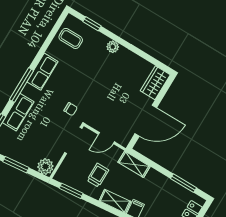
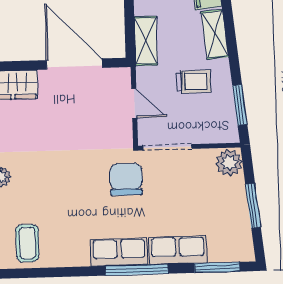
row of seats: (42, 72) -> (119, 252), moved
chair: (71, 109) -> (126, 179), width x1.87, depth x1.87
trolley: (98, 175) -> (194, 82), turned 180

